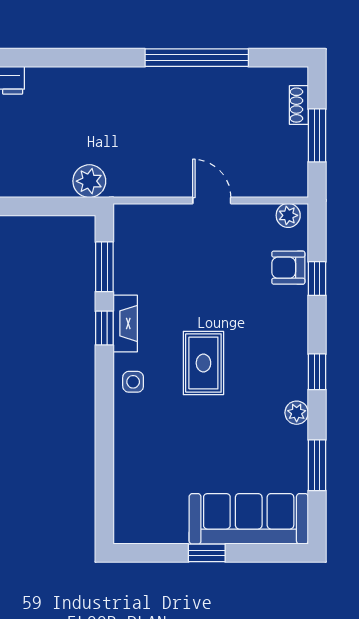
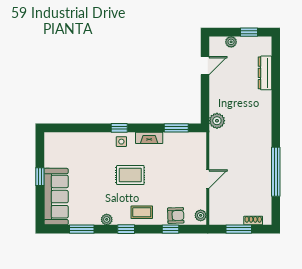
armchair: (288, 268) -> (176, 215), turned 88
window: (104, 328) -> (119, 128), moved
coffee table: (281, 339) -> (142, 212), added

